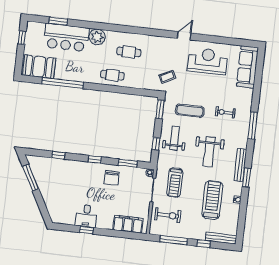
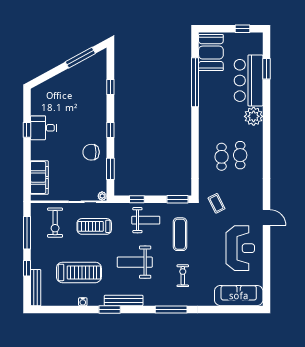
cafe table: (112, 75) -> (222, 157), moved

